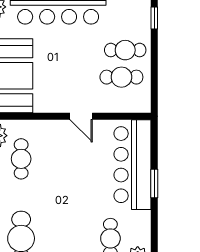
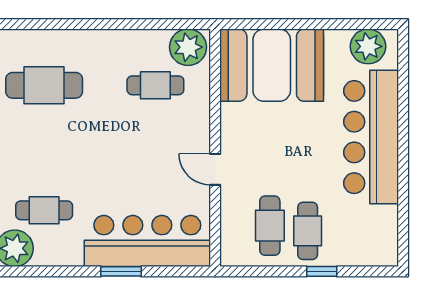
window: (154, 18) -> (322, 271), moved
door: (81, 116) -> (215, 169), hinge flipped

